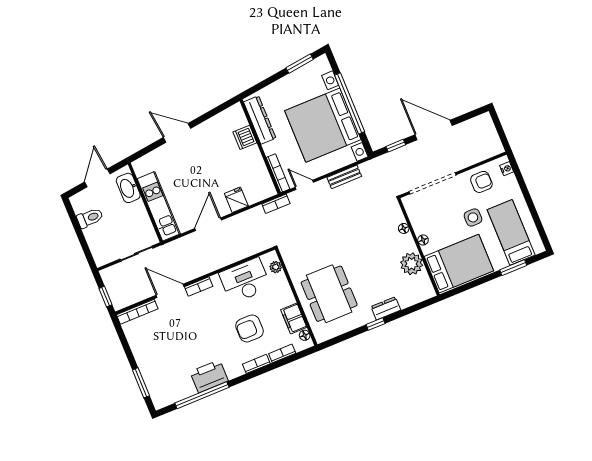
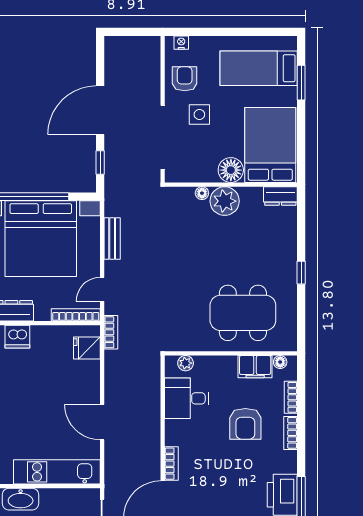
fridge: (236, 200) -> (87, 348), moved
side table: (473, 217) -> (199, 115), moved
floor lamp: (423, 240) -> (231, 170), width x1.89, depth x1.89
plant: (412, 264) -> (225, 201), moved
desk: (245, 281) -> (187, 398), width x0.73
dresser: (386, 308) -> (280, 196), moved, turned -90

